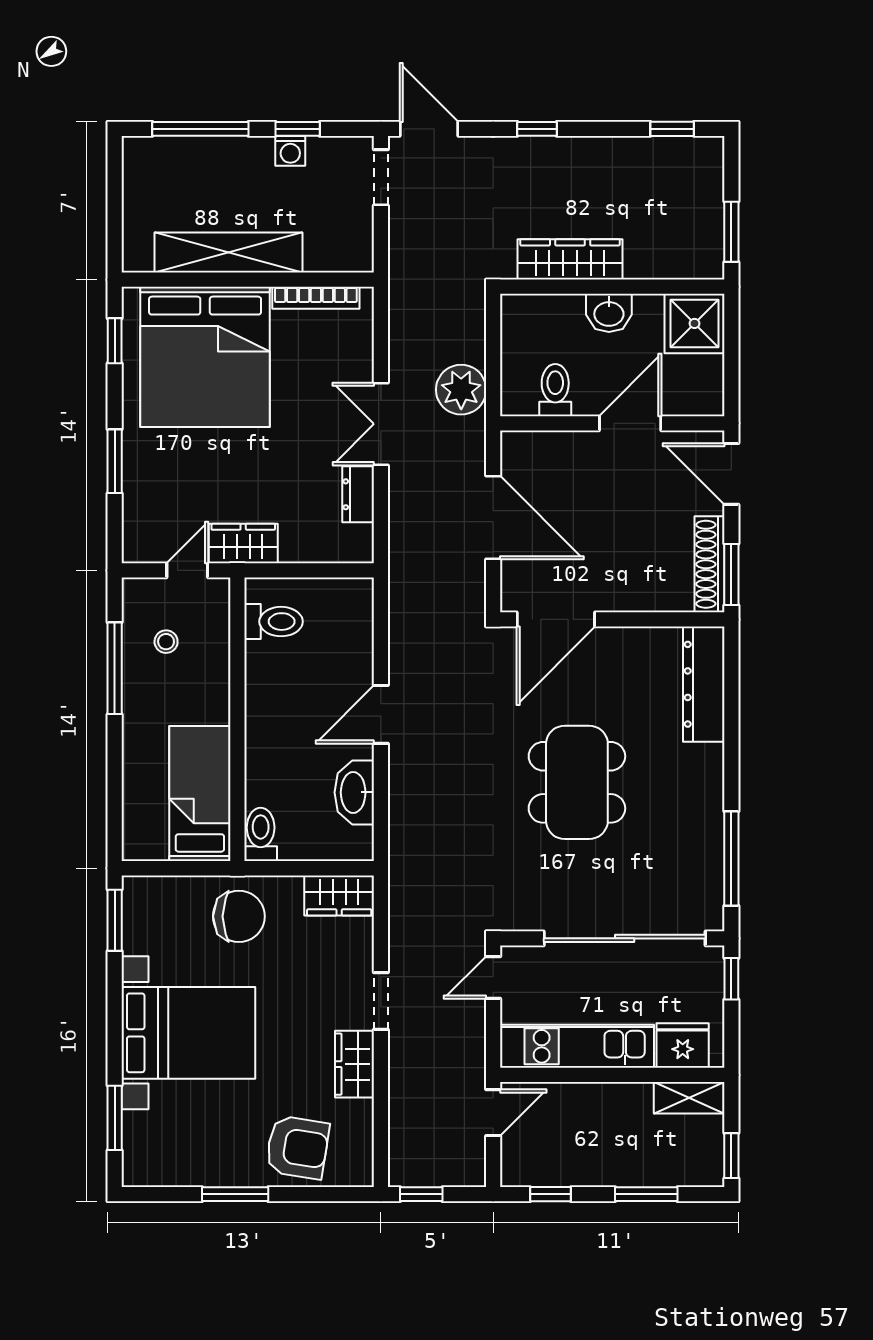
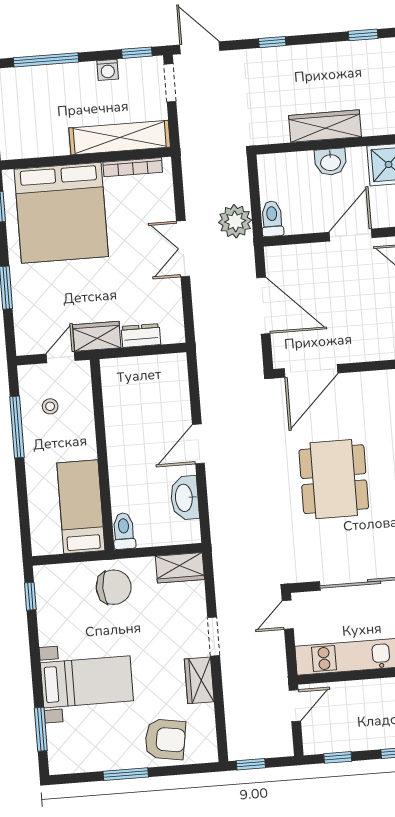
window: (298, 129) -> (137, 53), moved
shelving: (229, 252) -> (120, 138), moved
wardrobe: (570, 259) -> (325, 126), moved
toilet: (555, 390) -> (272, 219), moved
dresser: (358, 494) -> (141, 336), moved, turned 90
toilet: (273, 622) -> (121, 387), removed
window: (115, 920) -> (30, 596), width x0.67
bed with nightstands: (188, 1033) -> (87, 682), width x0.73

